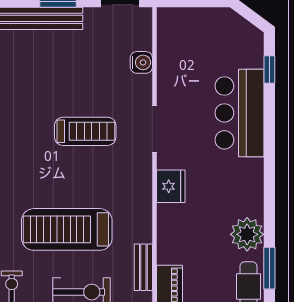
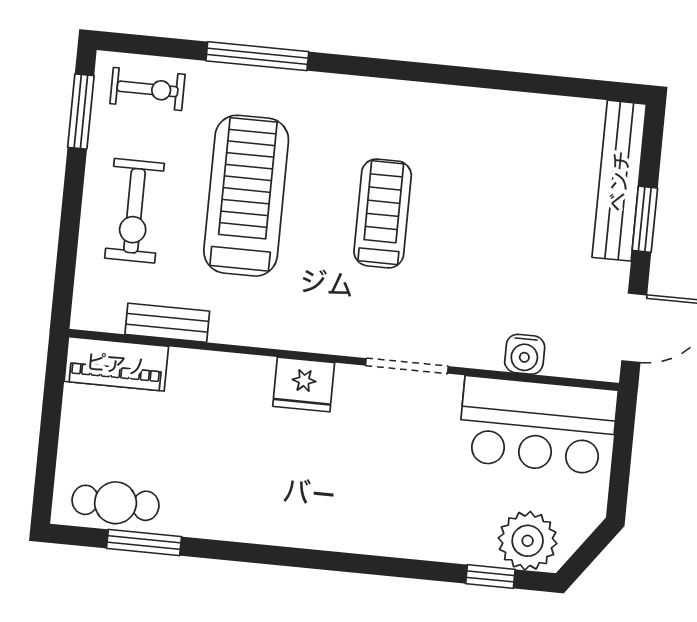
bar counter: (240, 113) -> (538, 425), moved, turned 180
treadmill: (85, 131) -> (383, 213), moved, turned 180
plant: (247, 234) -> (528, 541), moved

